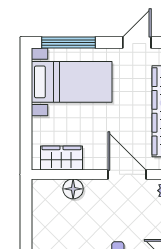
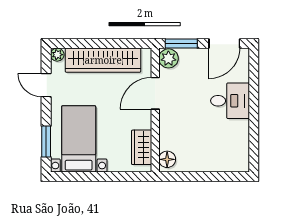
window: (68, 42) -> (46, 142), width x0.69
floor lamp: (73, 189) -> (167, 159), moved

